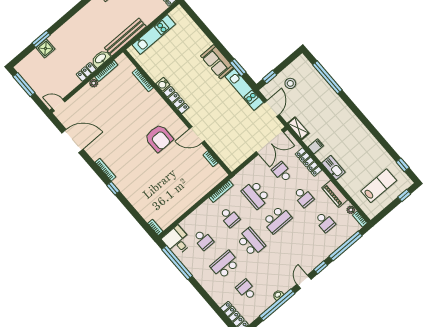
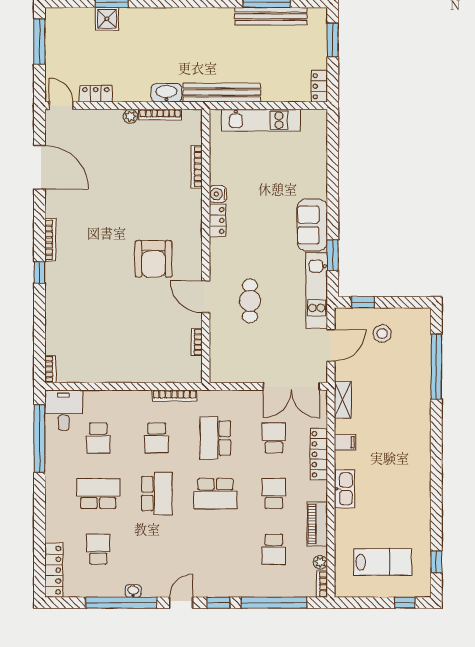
locker: (86, 72) -> (96, 94), moved
locker: (176, 100) -> (218, 220), width x0.66
cafe table: (218, 120) -> (250, 301), added
school desk: (303, 197) -> (274, 494), turned 180

